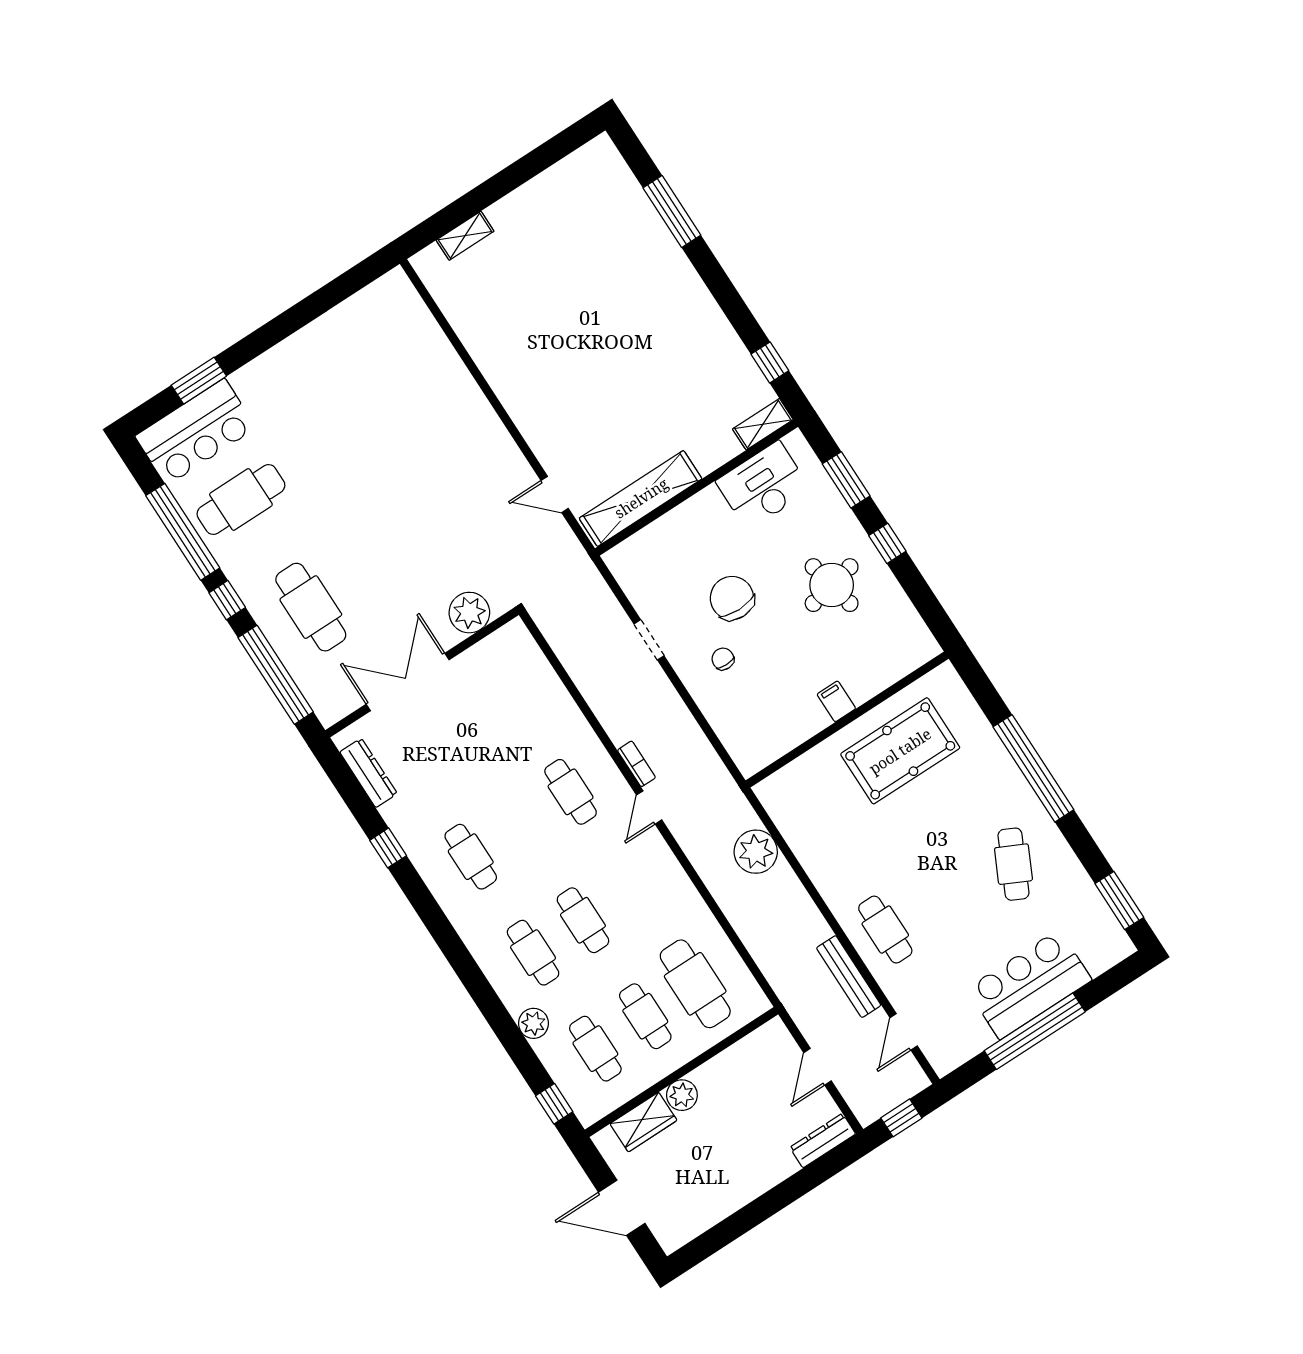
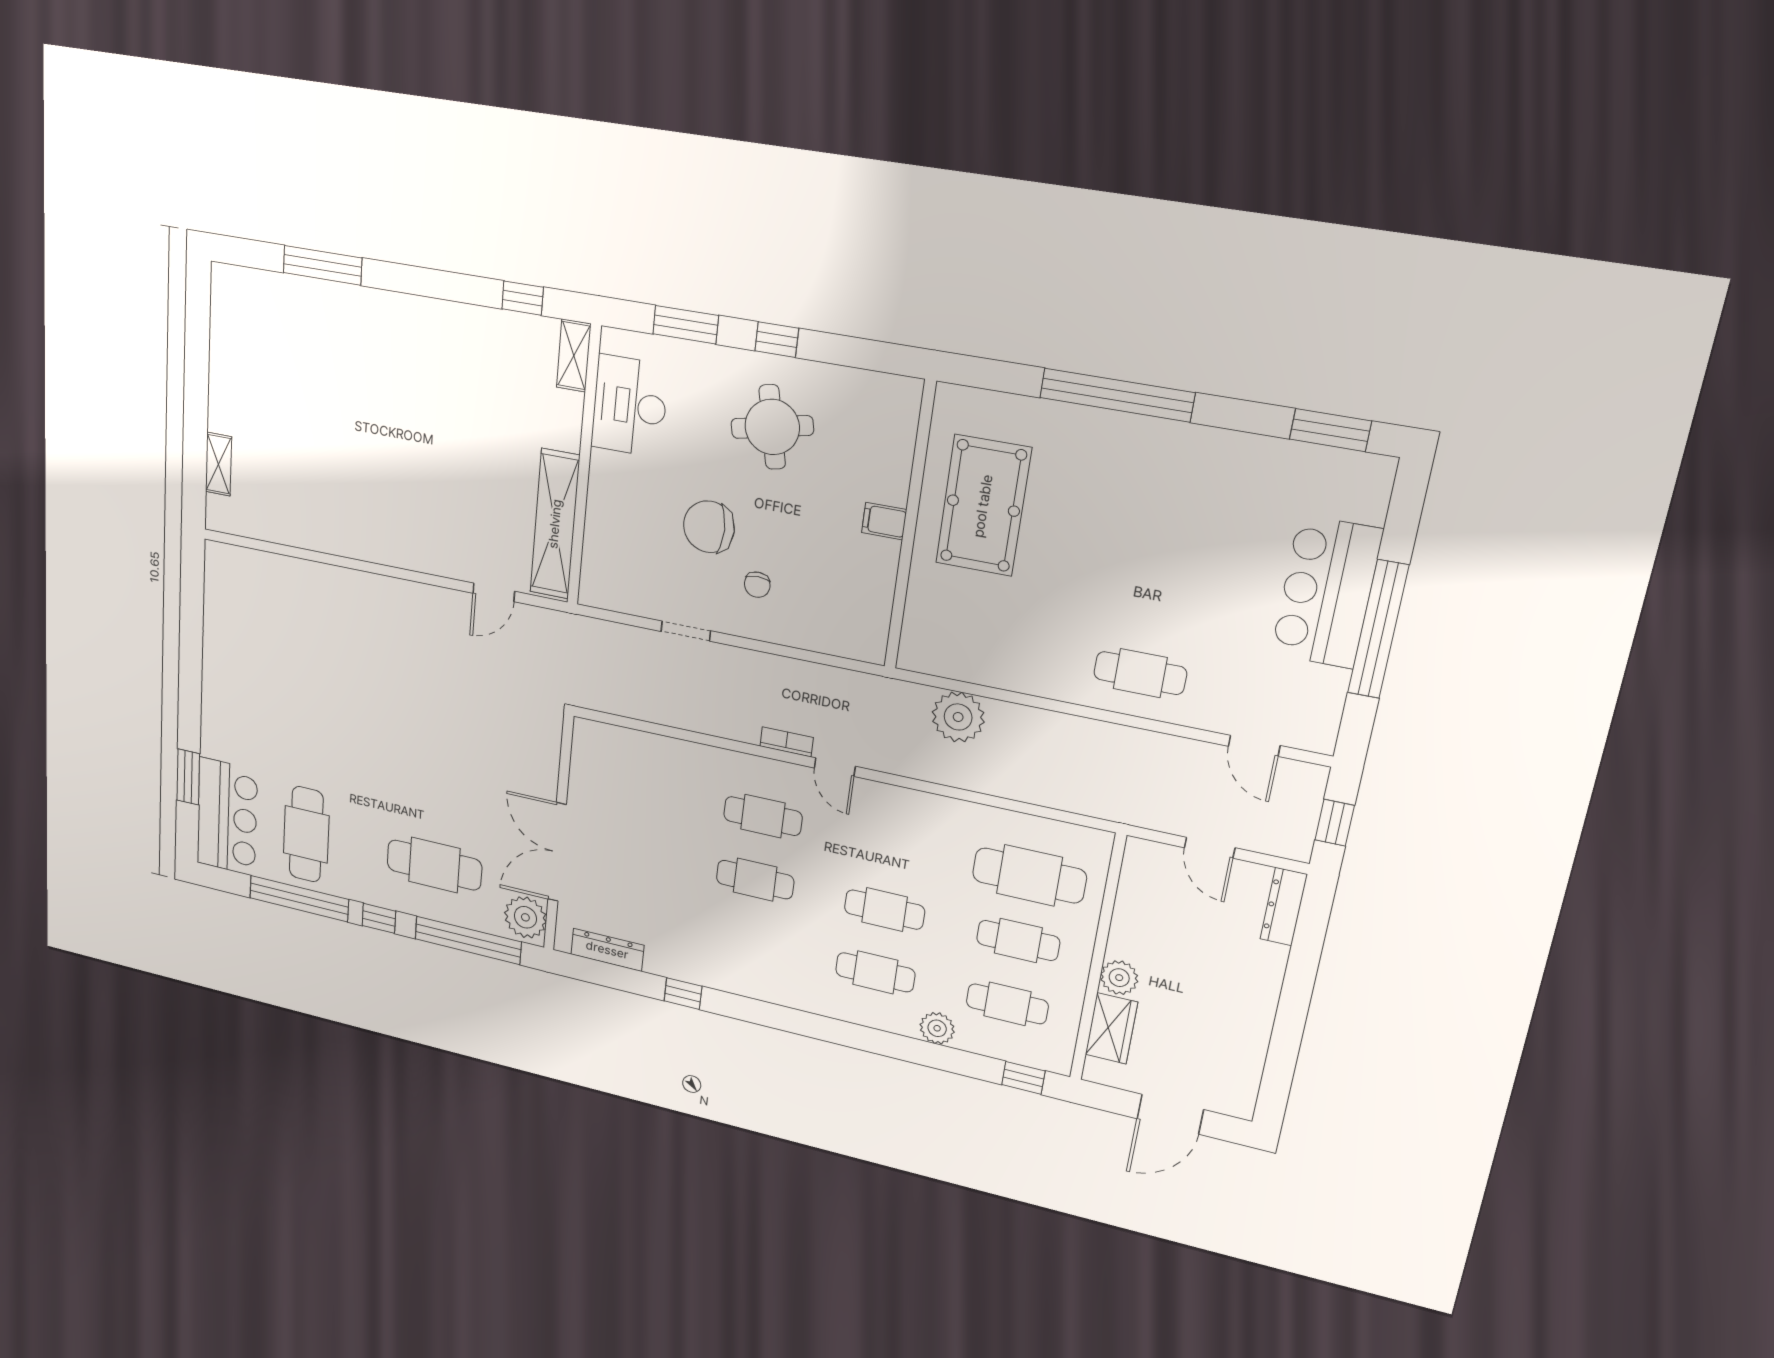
plant: (469, 613) -> (525, 917), moved
chair: (723, 659) -> (757, 585), turned -90
cafe table: (471, 857) -> (755, 880), moved
cafe table: (1013, 864) -> (1193, 500), removed
bench: (849, 977) -> (1152, 745), removed

